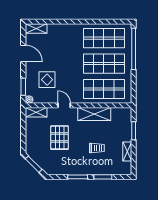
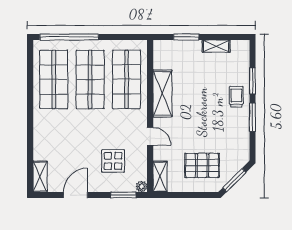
door: (64, 105) -> (150, 136), swing flipped
pallet: (60, 138) -> (202, 165), moved
trolley: (97, 148) -> (236, 97), moved

